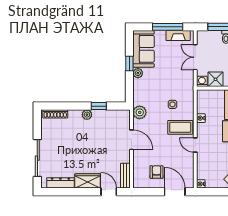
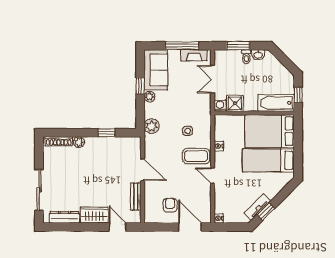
plant: (140, 112) -> (152, 126), moved
plant: (87, 115) -> (79, 142), moved
bench: (125, 176) -> (136, 197), moved

